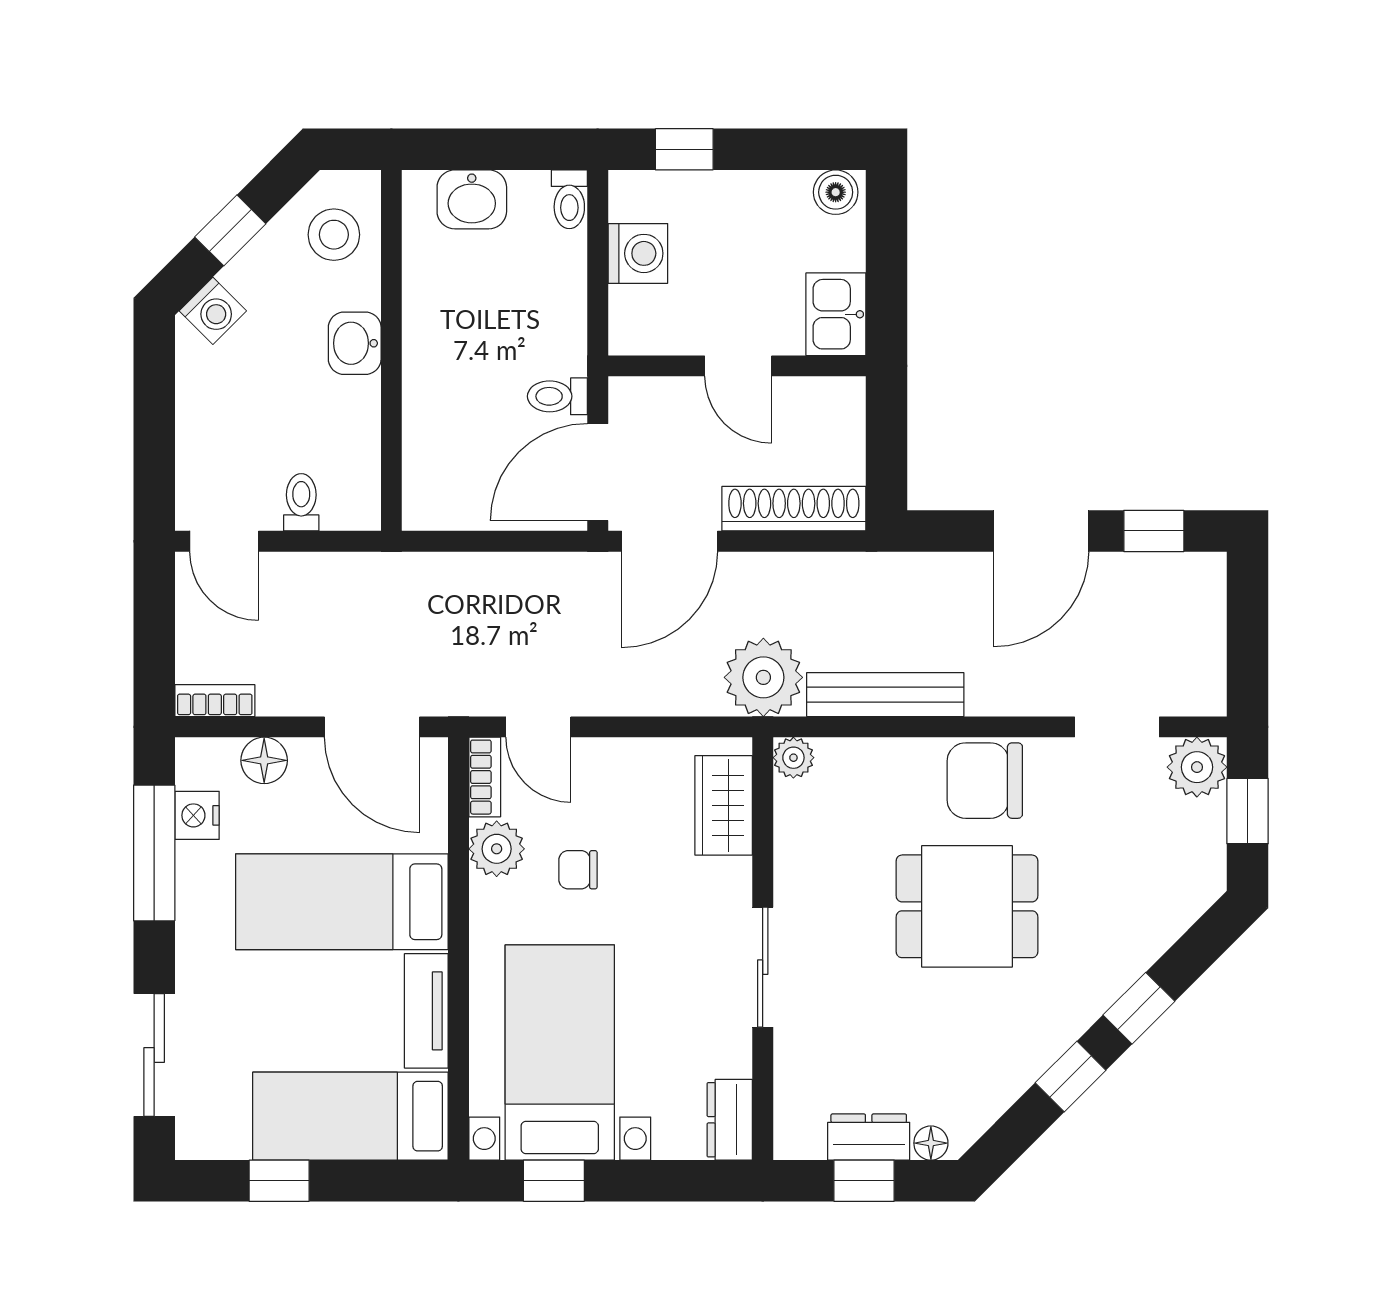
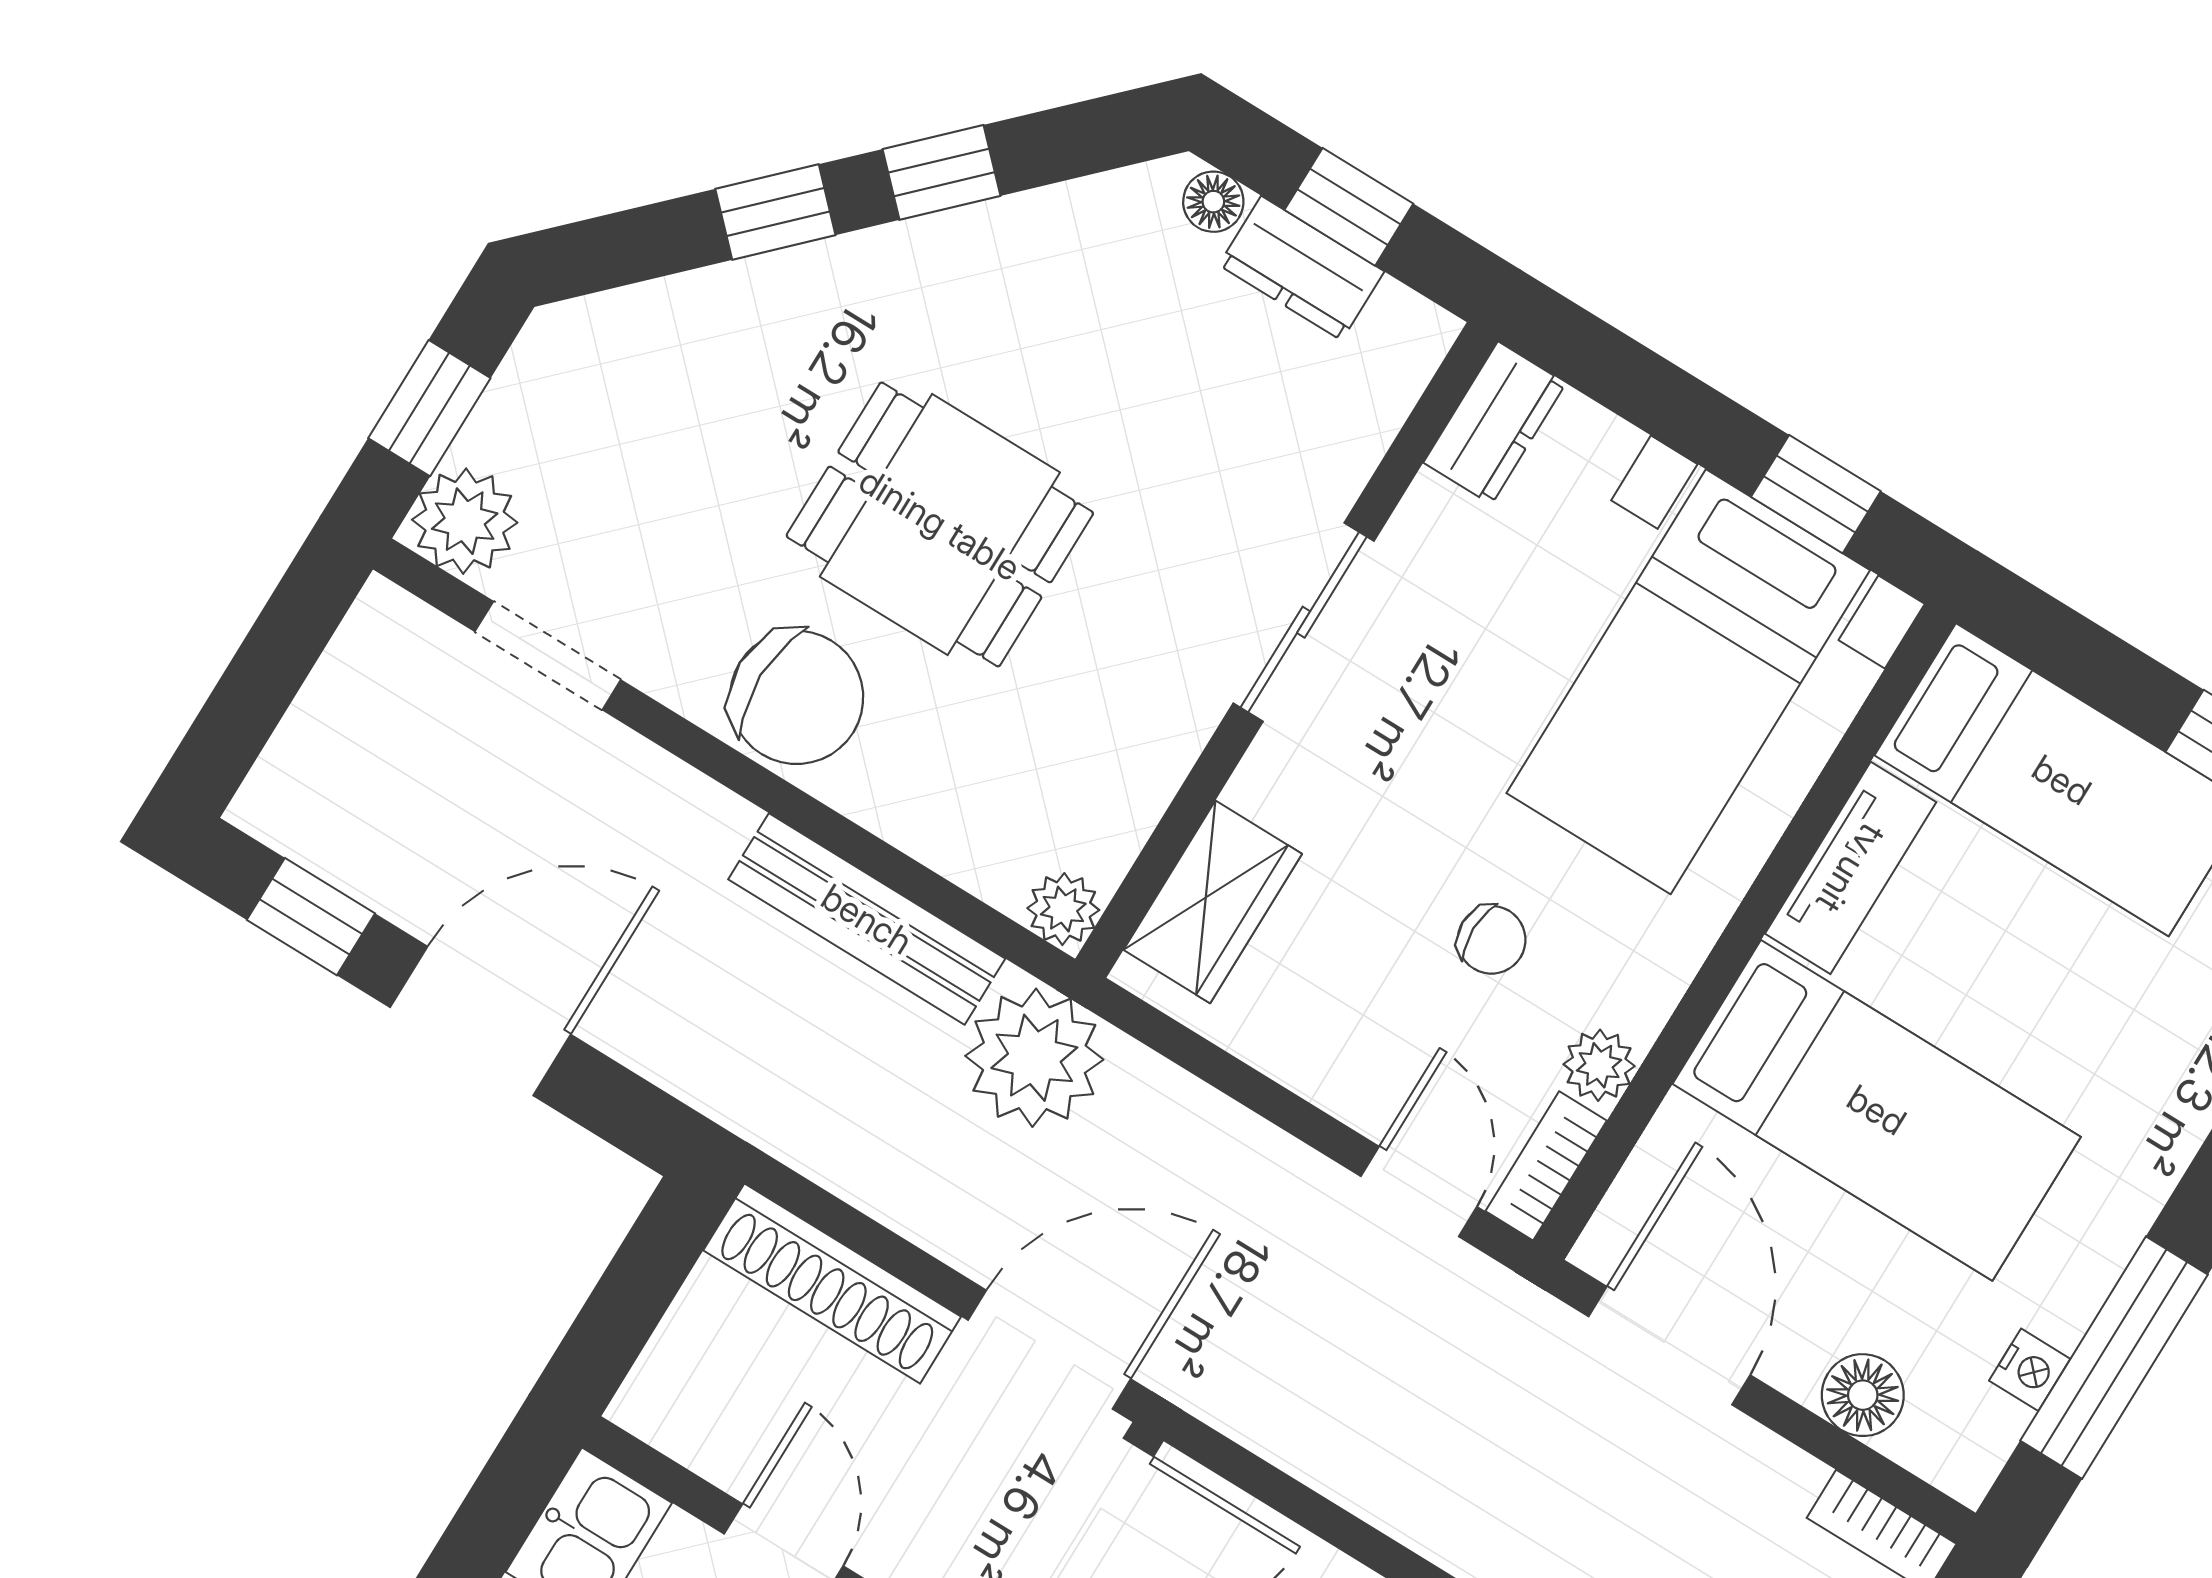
nightstand: (197, 815) -> (2030, 1370), width x0.72, depth x0.74
plant: (497, 849) -> (1599, 1065), width x0.73, depth x0.73

